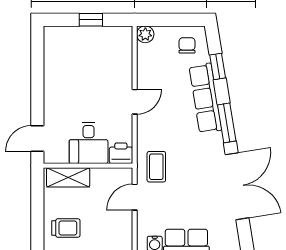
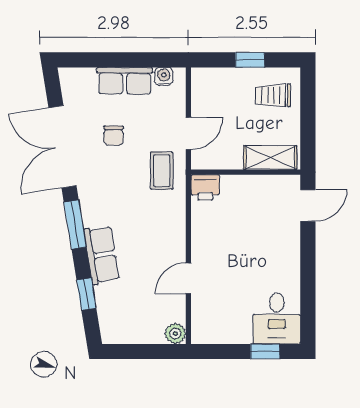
window: (91, 20) -> (265, 352), moved
chair: (187, 45) -> (114, 136), moved
row of seats: (205, 98) -> (101, 255), width x0.68
door: (135, 102) -> (188, 278), moved
desk: (89, 143) -> (277, 318), moved, turned 180

